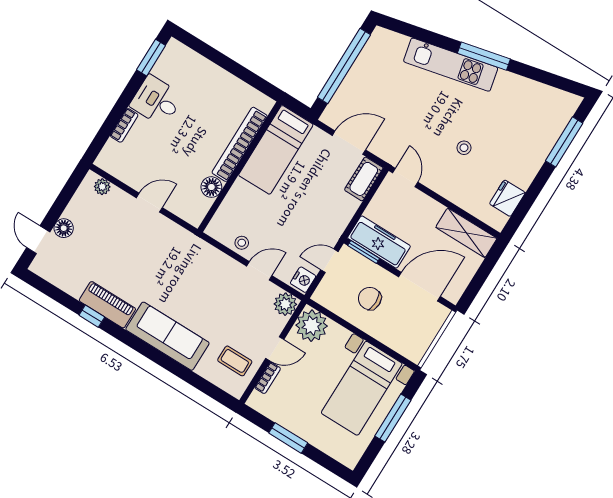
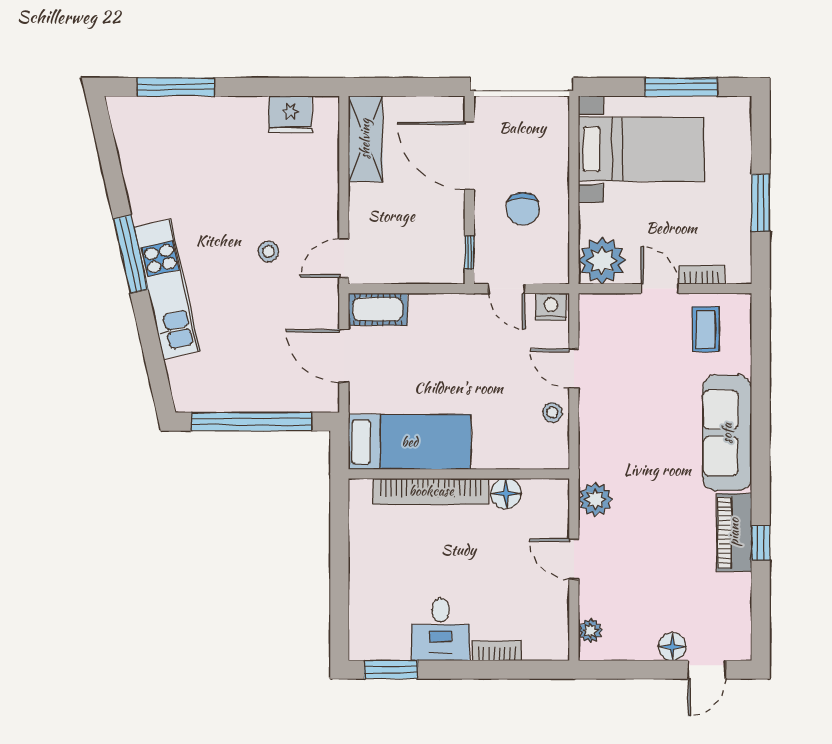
stool: (464, 148) -> (268, 252), moved
freezer: (379, 242) -> (445, 241), removed
window: (364, 252) -> (469, 253), width x0.67
plant: (285, 304) -> (595, 499), moved
window: (393, 418) -> (681, 87), moved

